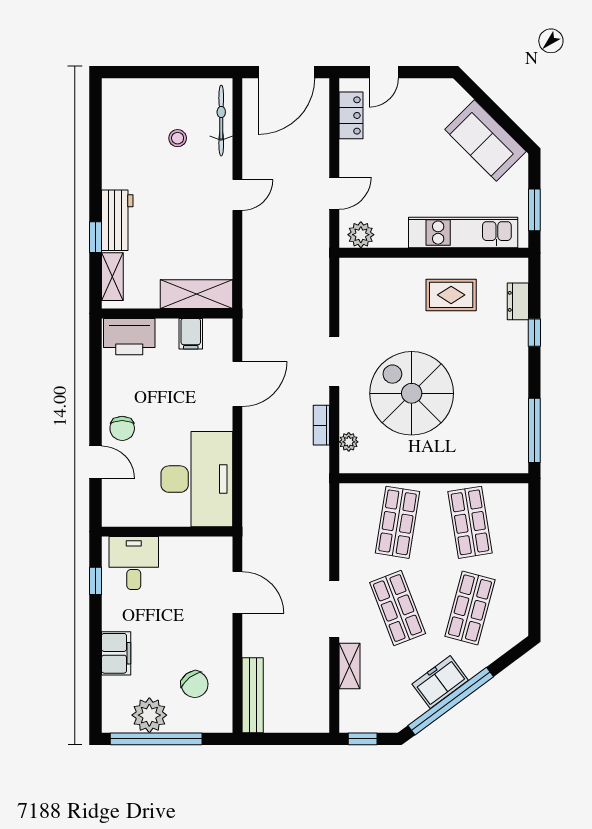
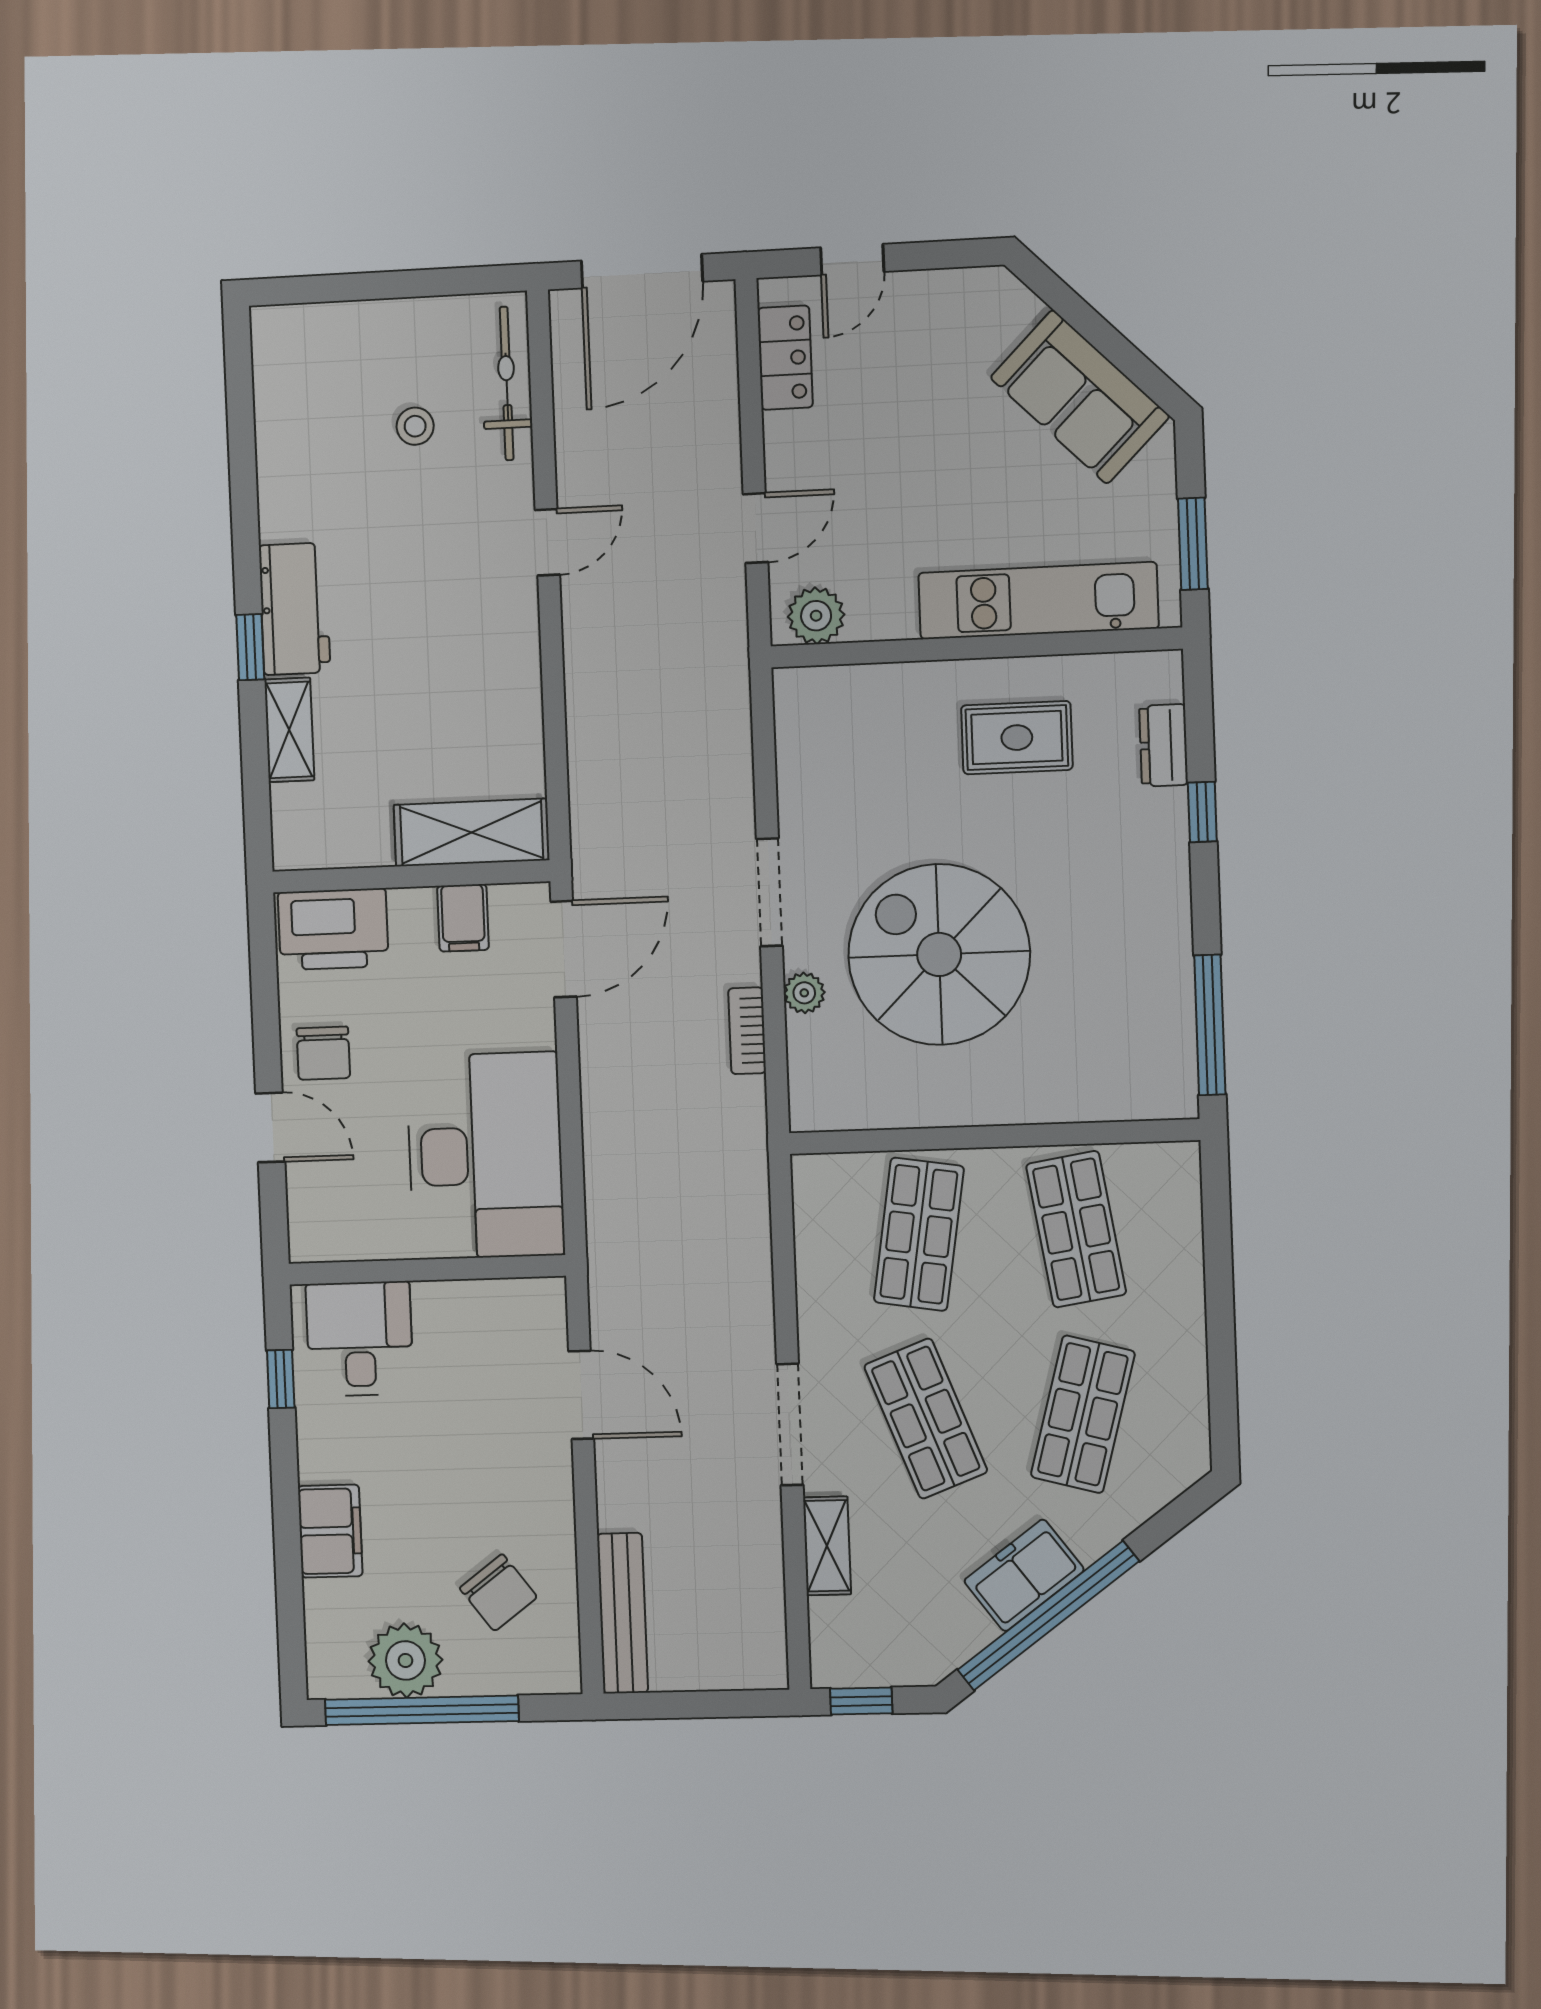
shelving: (196, 294) -> (472, 833), moved
wall: (167, 313) -> (411, 876), moved
filing cabinet: (191, 334) -> (463, 918), moved
printer: (129, 337) -> (333, 929), moved
plant: (349, 442) -> (804, 993), moved

